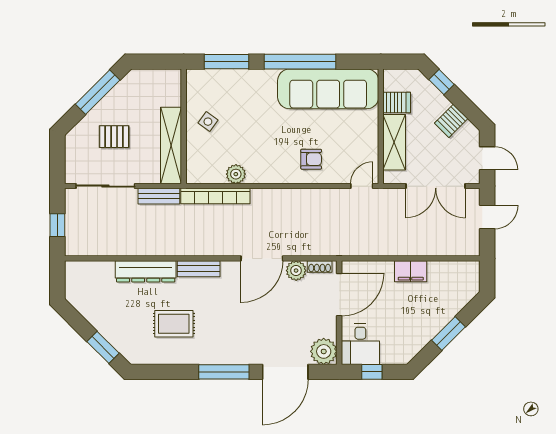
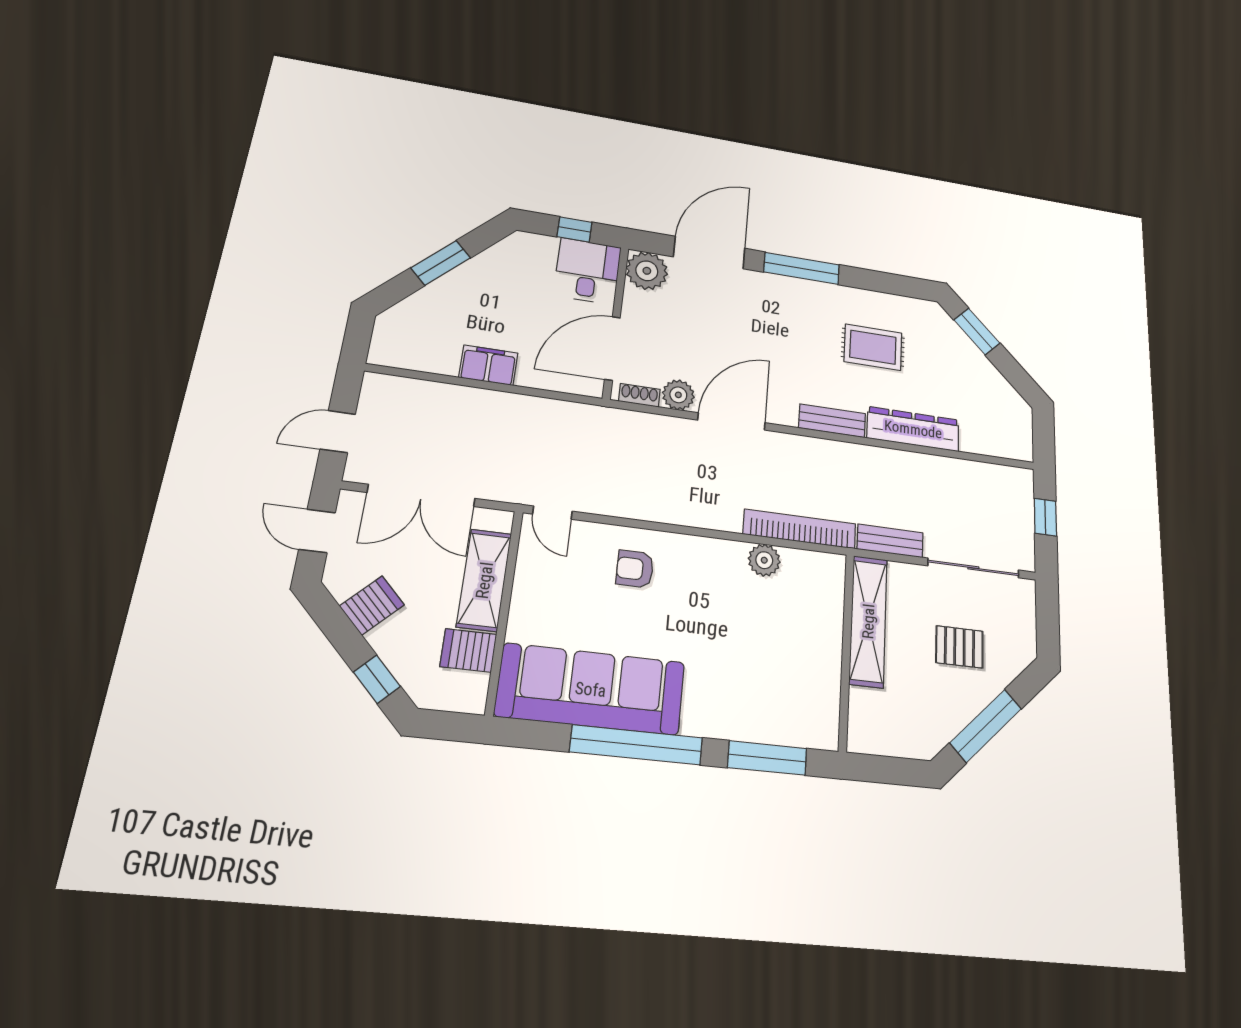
side table: (208, 122) -> (805, 654), removed
door: (362, 186) -> (552, 513), hinge flipped
double door: (436, 186) -> (421, 495), swing flipped

